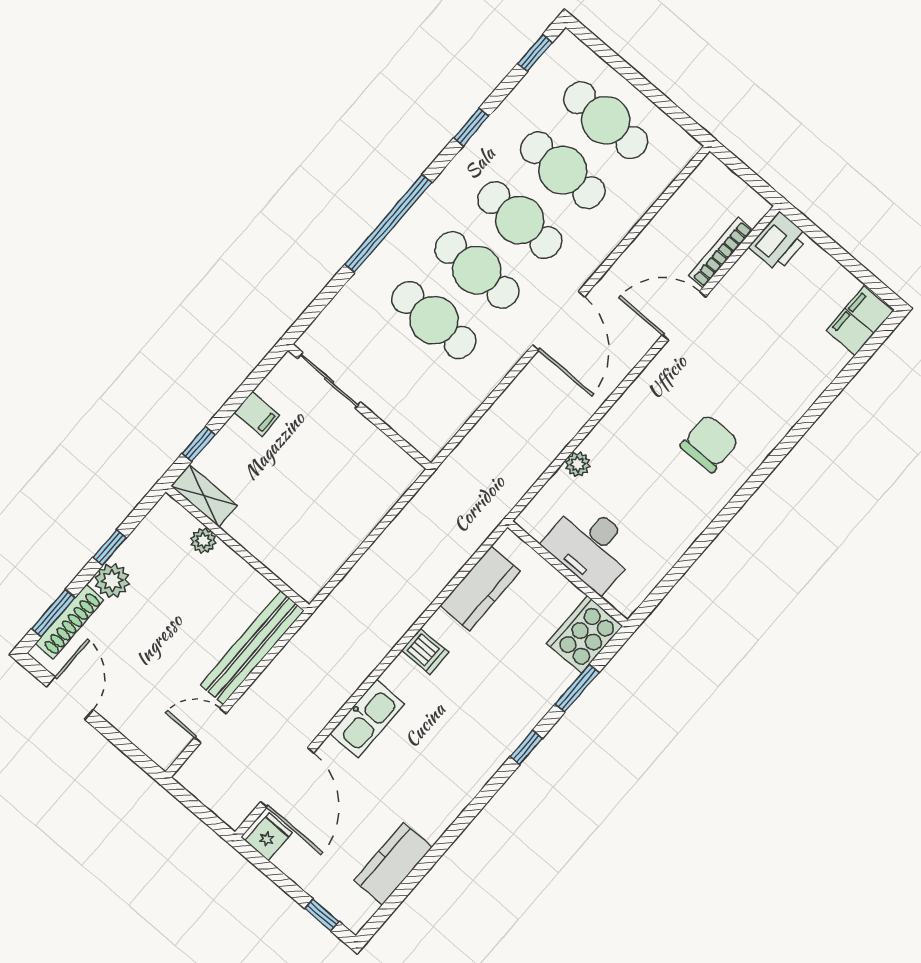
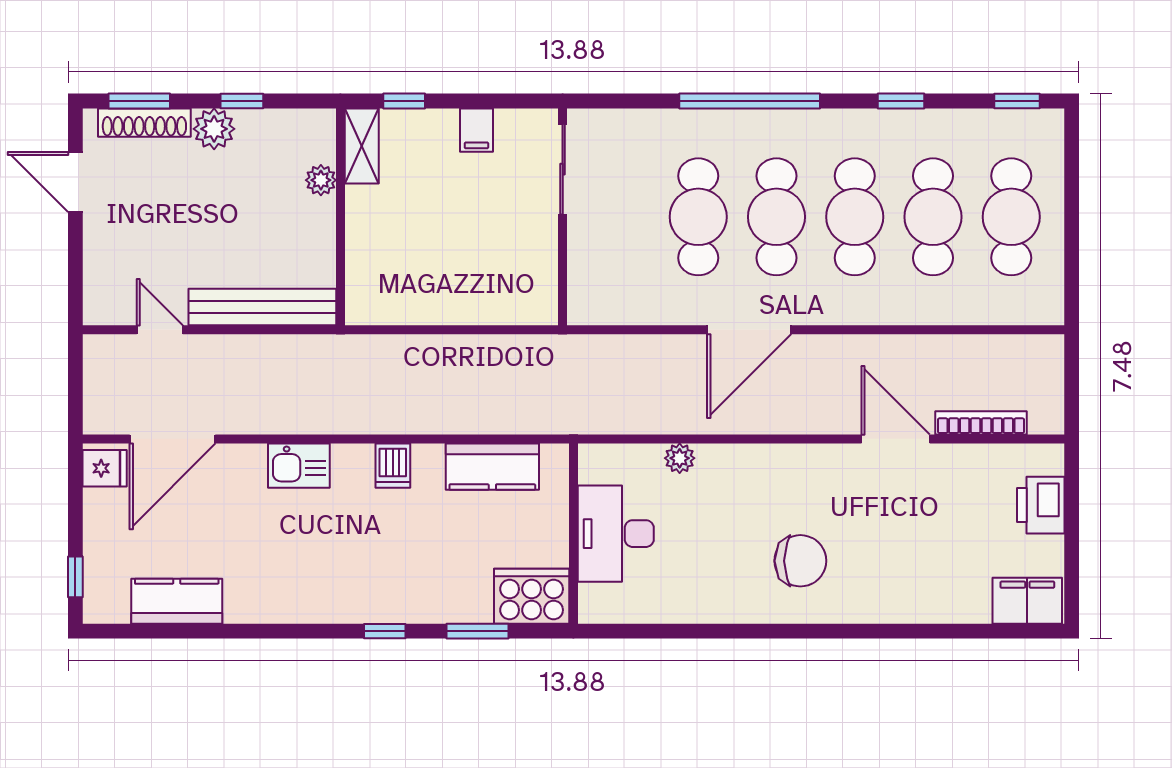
printer: (779, 242) -> (1041, 505), moved, turned 90
door: (558, 321) -> (749, 330), moved
door: (70, 698) -> (75, 182), swing flipped
kitchen sink: (367, 719) -> (299, 466), width x0.73

